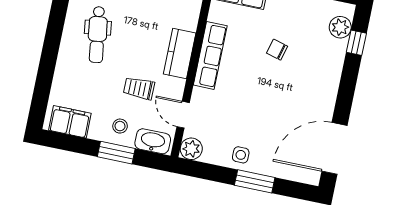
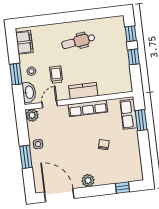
plant: (340, 27) -> (88, 181), moved

